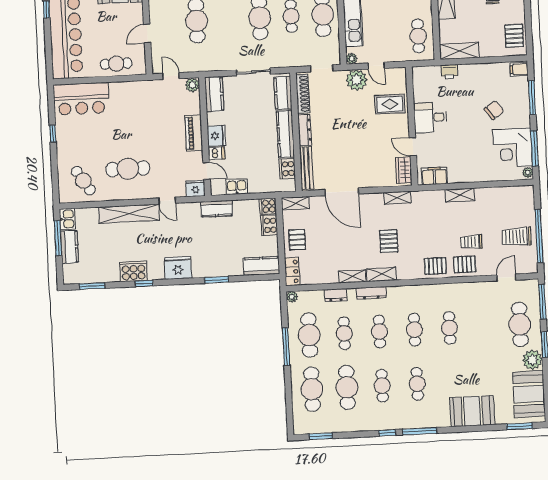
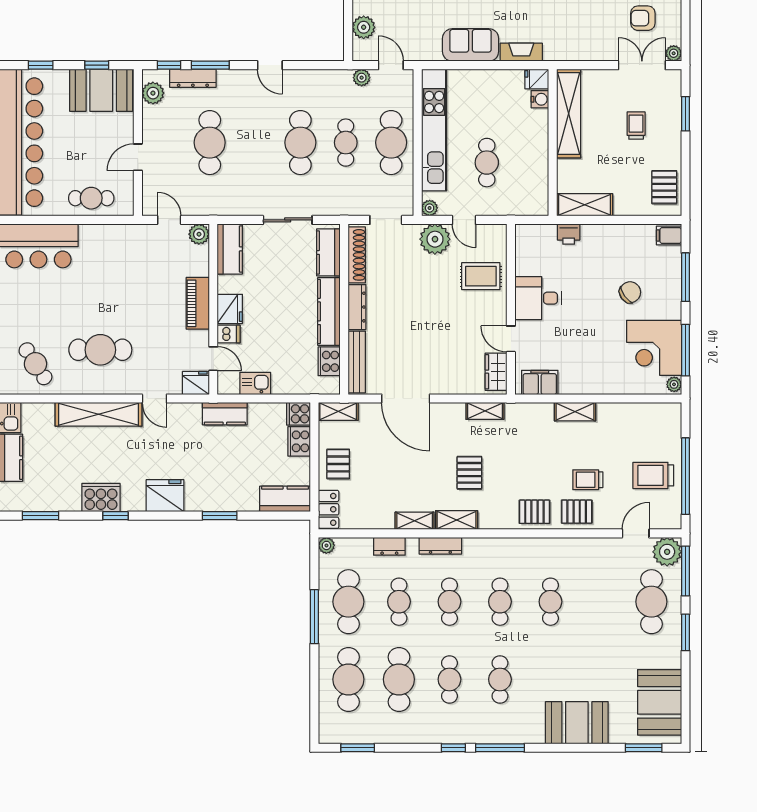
cafe table: (418, 36) -> (487, 163), moved
plant: (532, 360) -> (667, 552), moved

